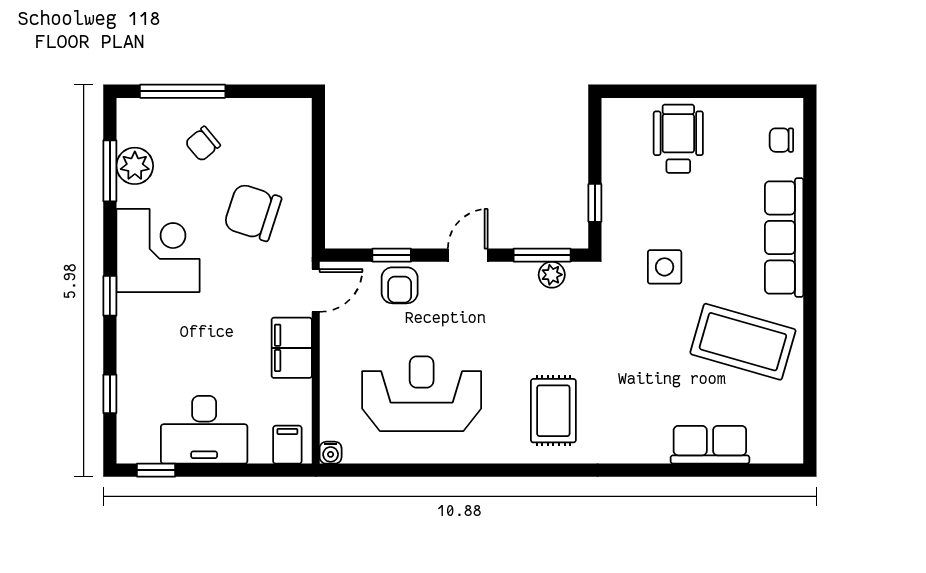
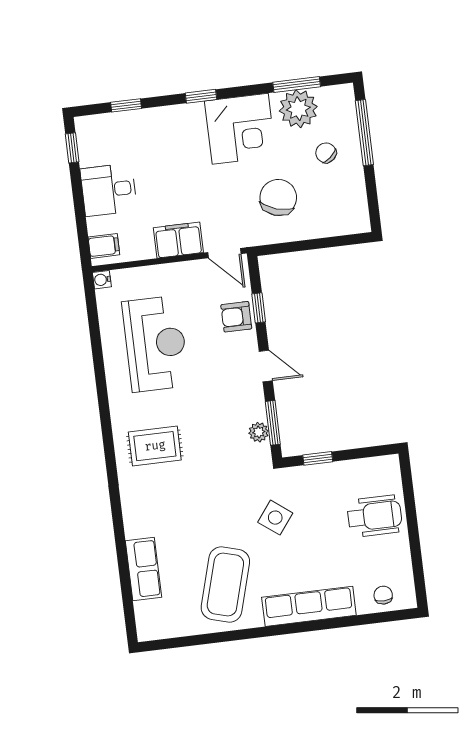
plant: (135, 166) -> (298, 109), width x1.36, depth x1.36
side table: (665, 267) -> (275, 518), turned 37
desk: (204, 430) -> (109, 190), width x0.73

